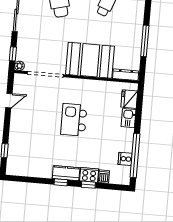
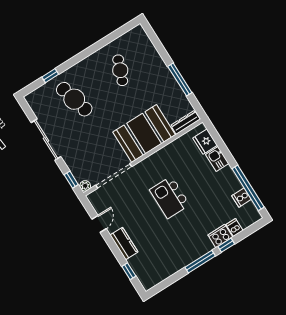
kitchen counter: (66, 173) -> (124, 243), moved, turned 90
window: (61, 182) -> (200, 262), width x2.17

